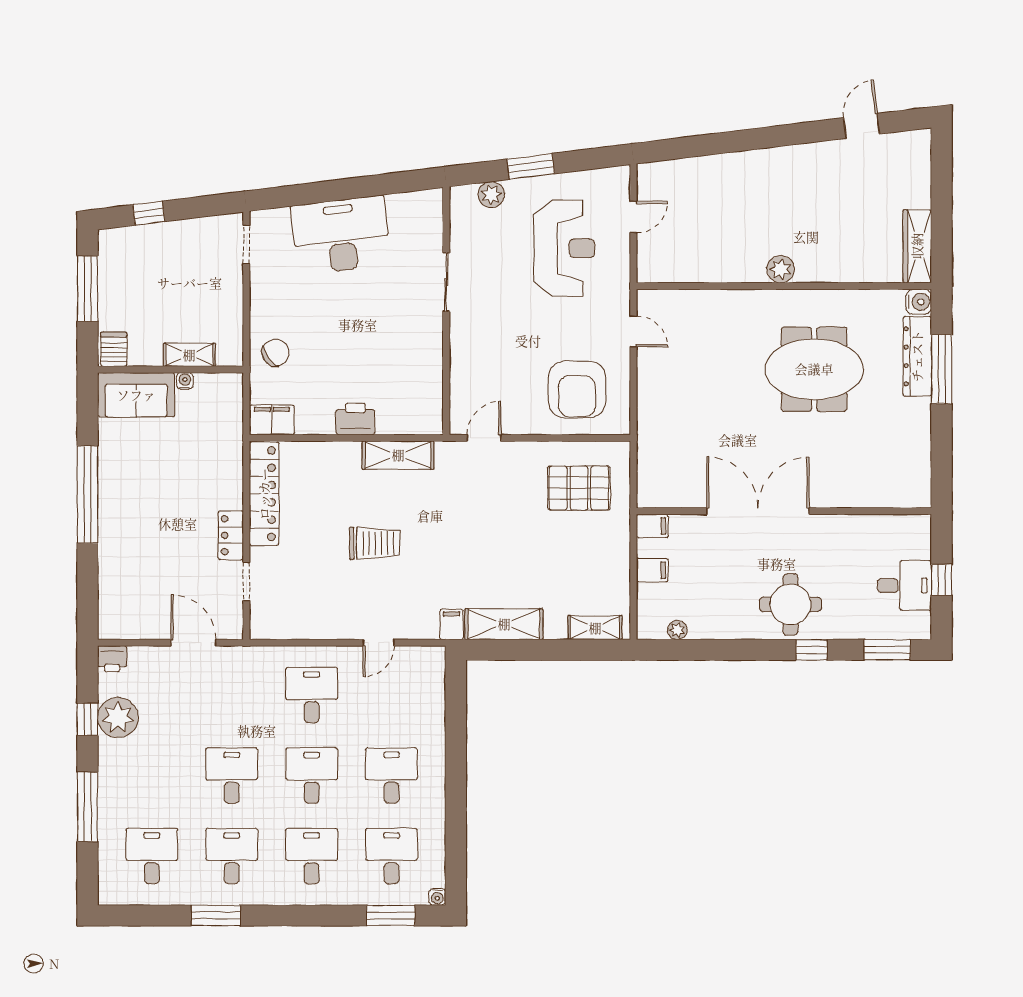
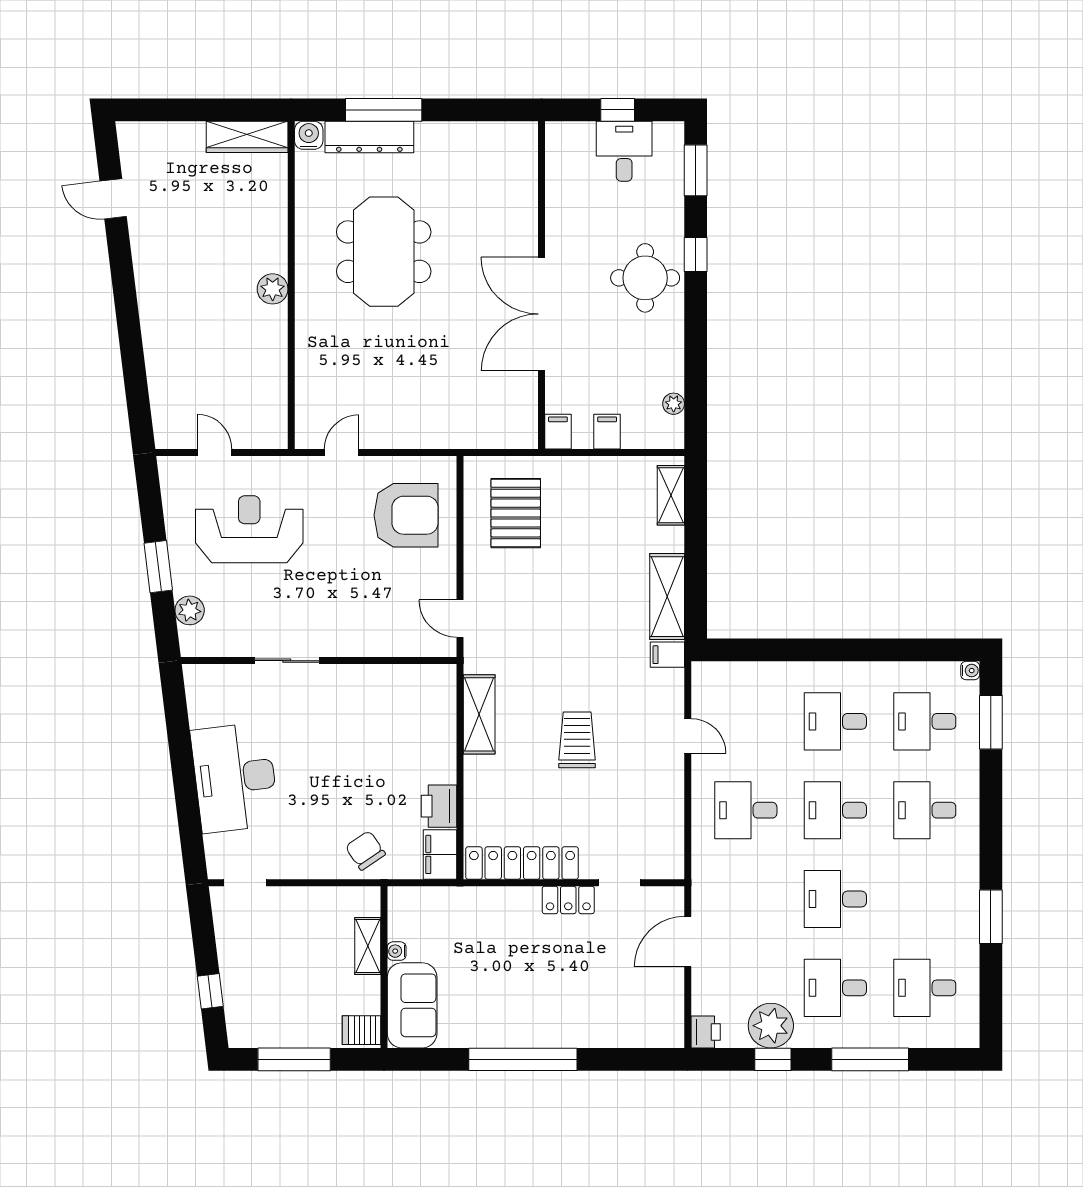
printer: (355, 419) -> (439, 806), moved
desk: (232, 856) -> (835, 988), moved

